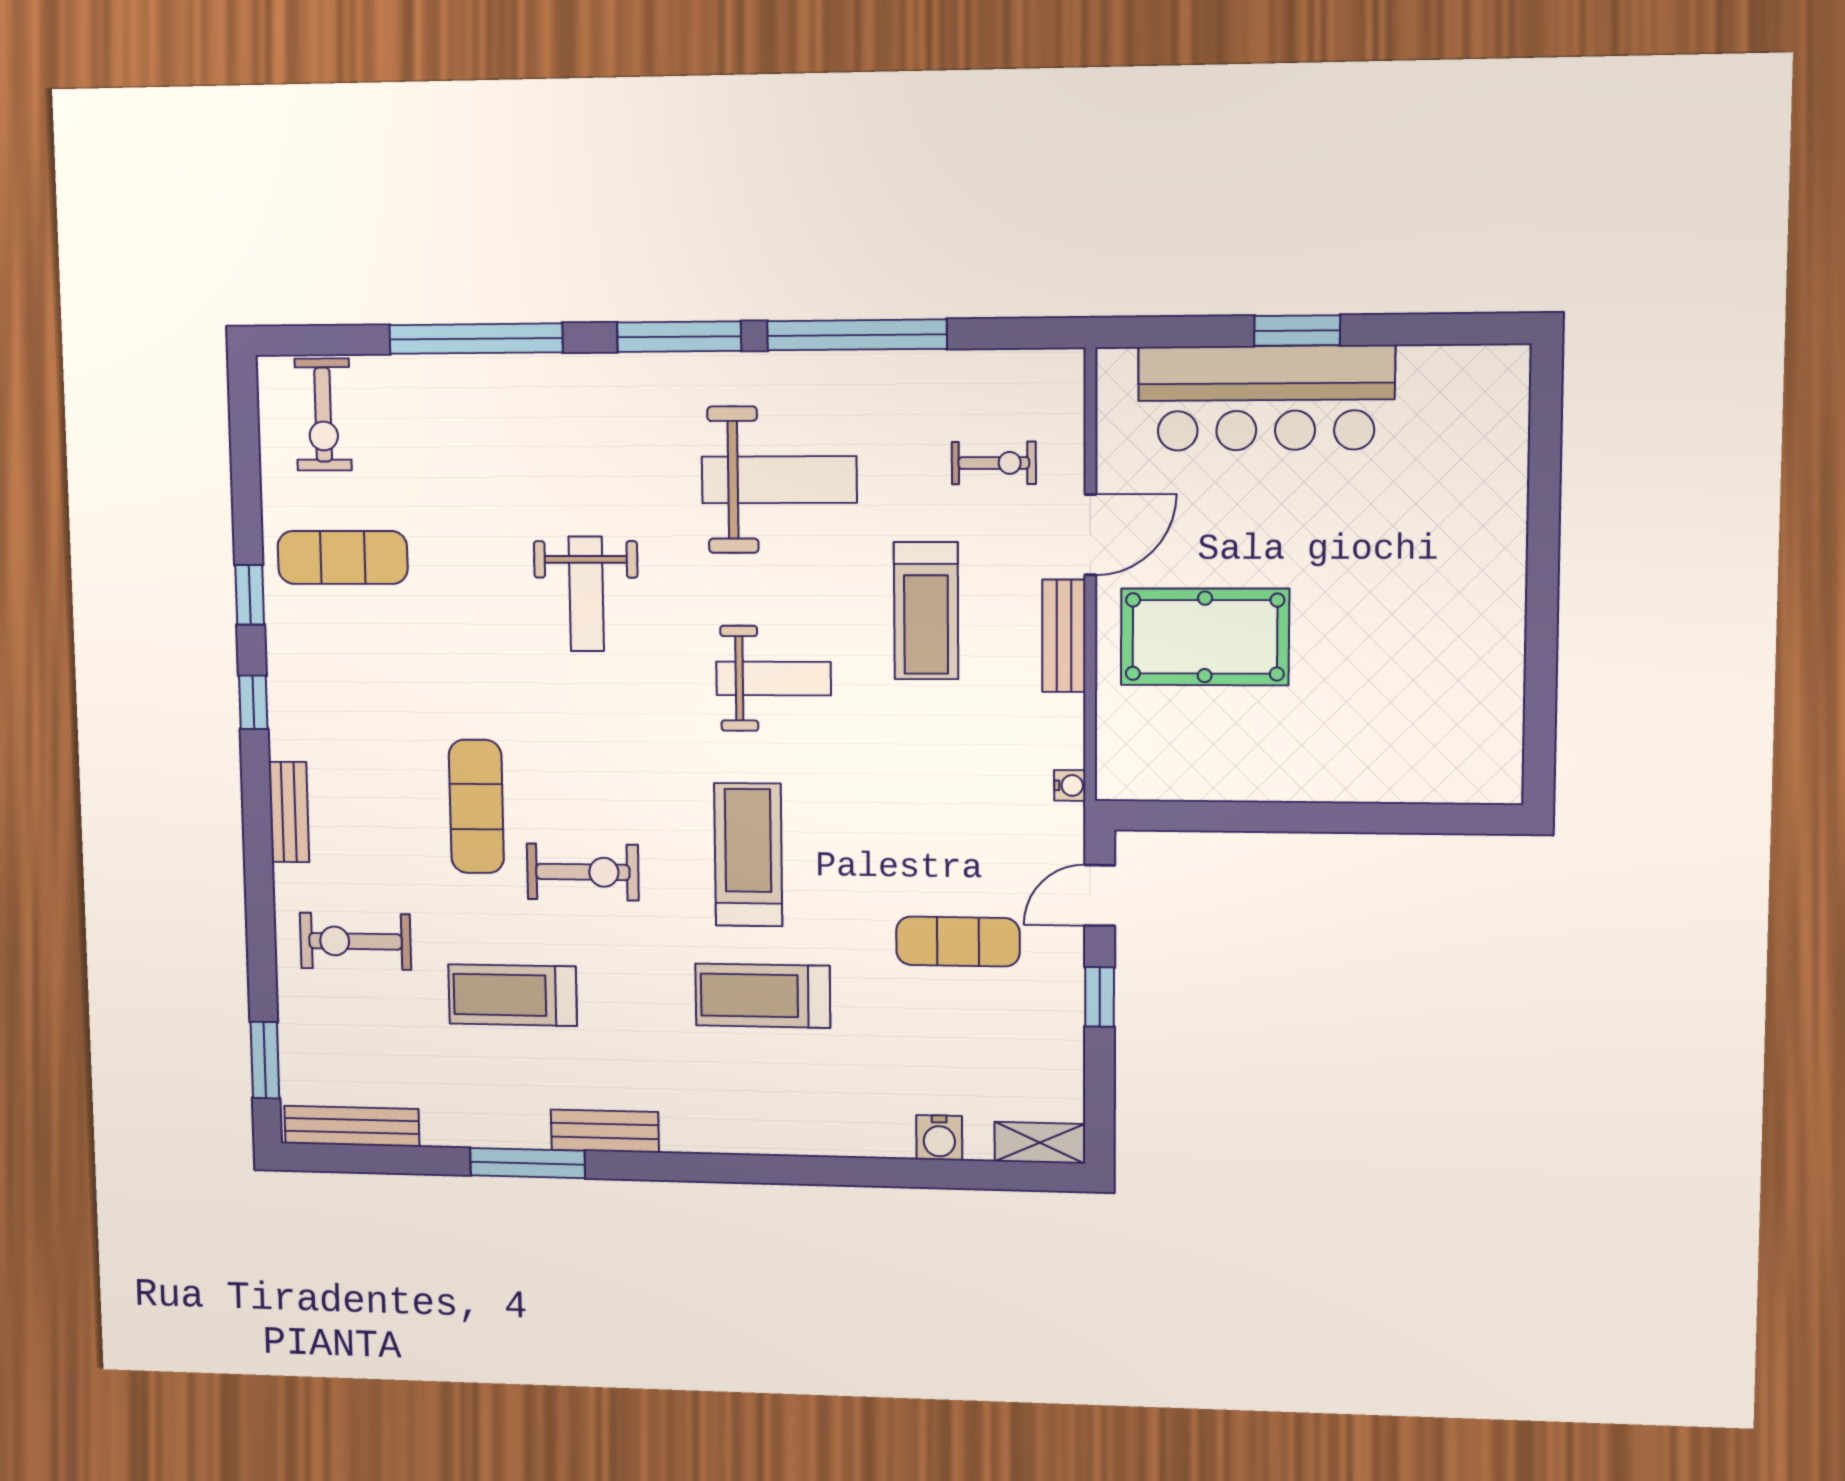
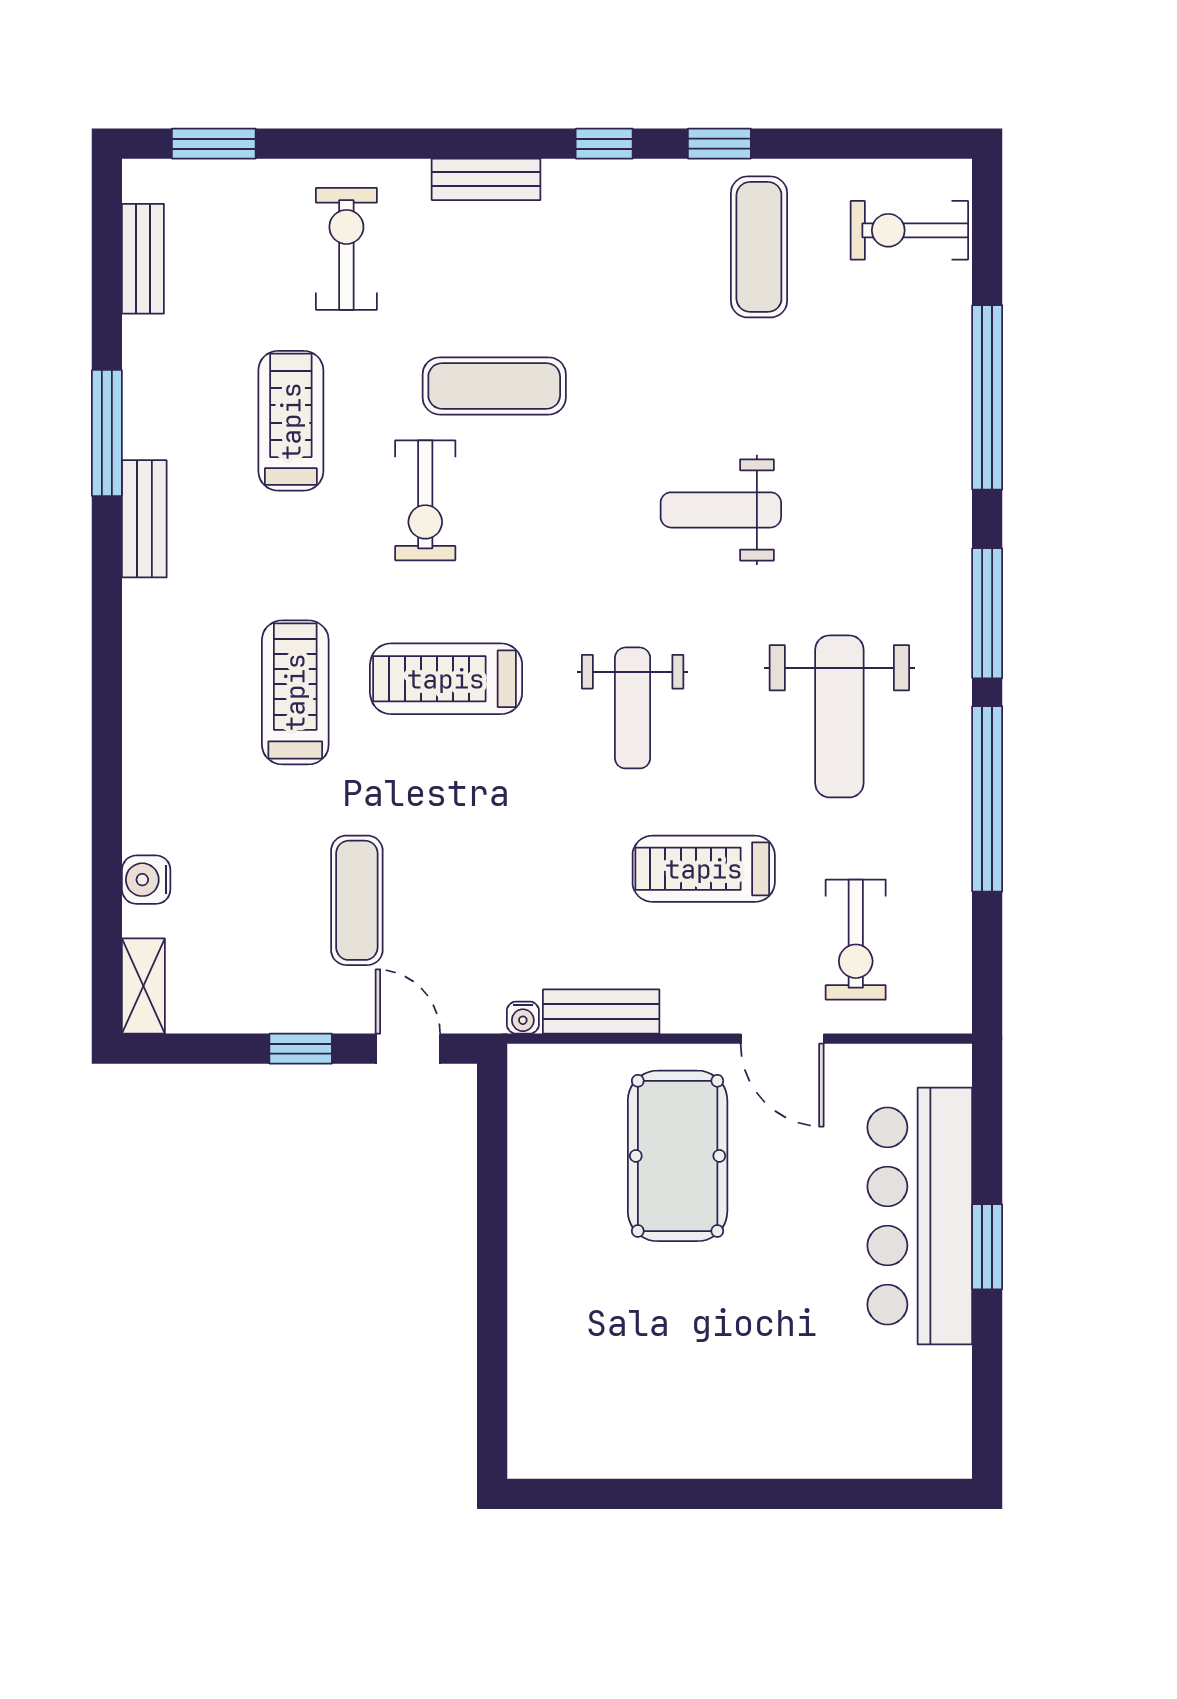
exercise bike: (994, 463) -> (856, 940), width x1.38, depth x1.39
bench: (1064, 636) -> (601, 1012), moved
treadmill: (748, 855) -> (446, 679), turned 180
bench: (352, 1126) -> (143, 259), width x0.73

